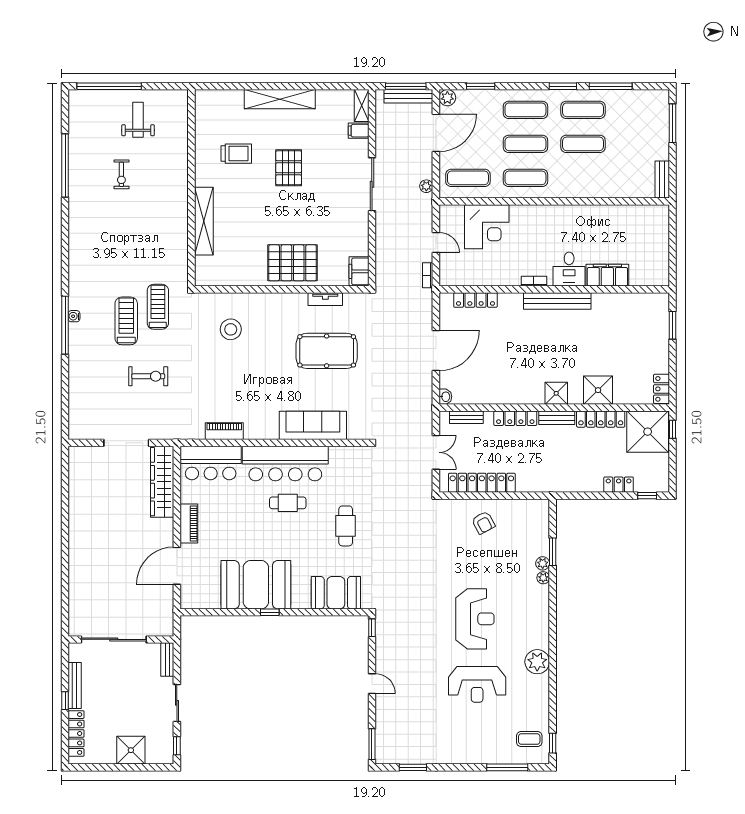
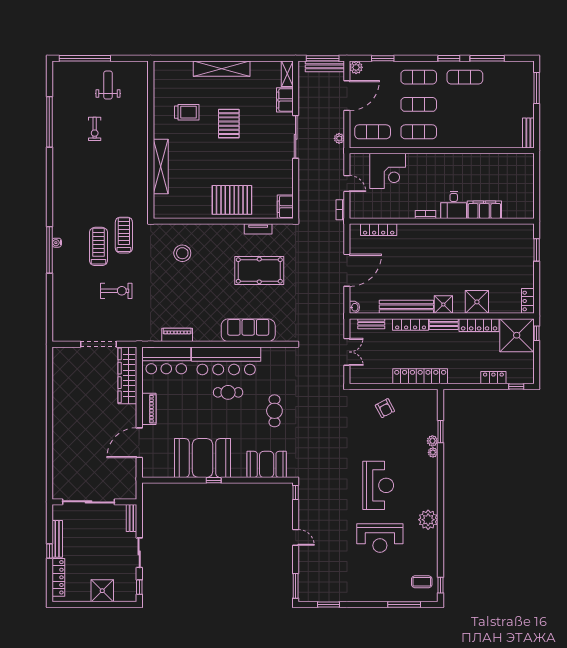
filing cabinet: (359, 131) -> (285, 100), width x2.00
exercise mat: (583, 144) -> (465, 104), removed
bench: (557, 301) -> (406, 307), moved
locker: (482, 483) -> (420, 376), moved

